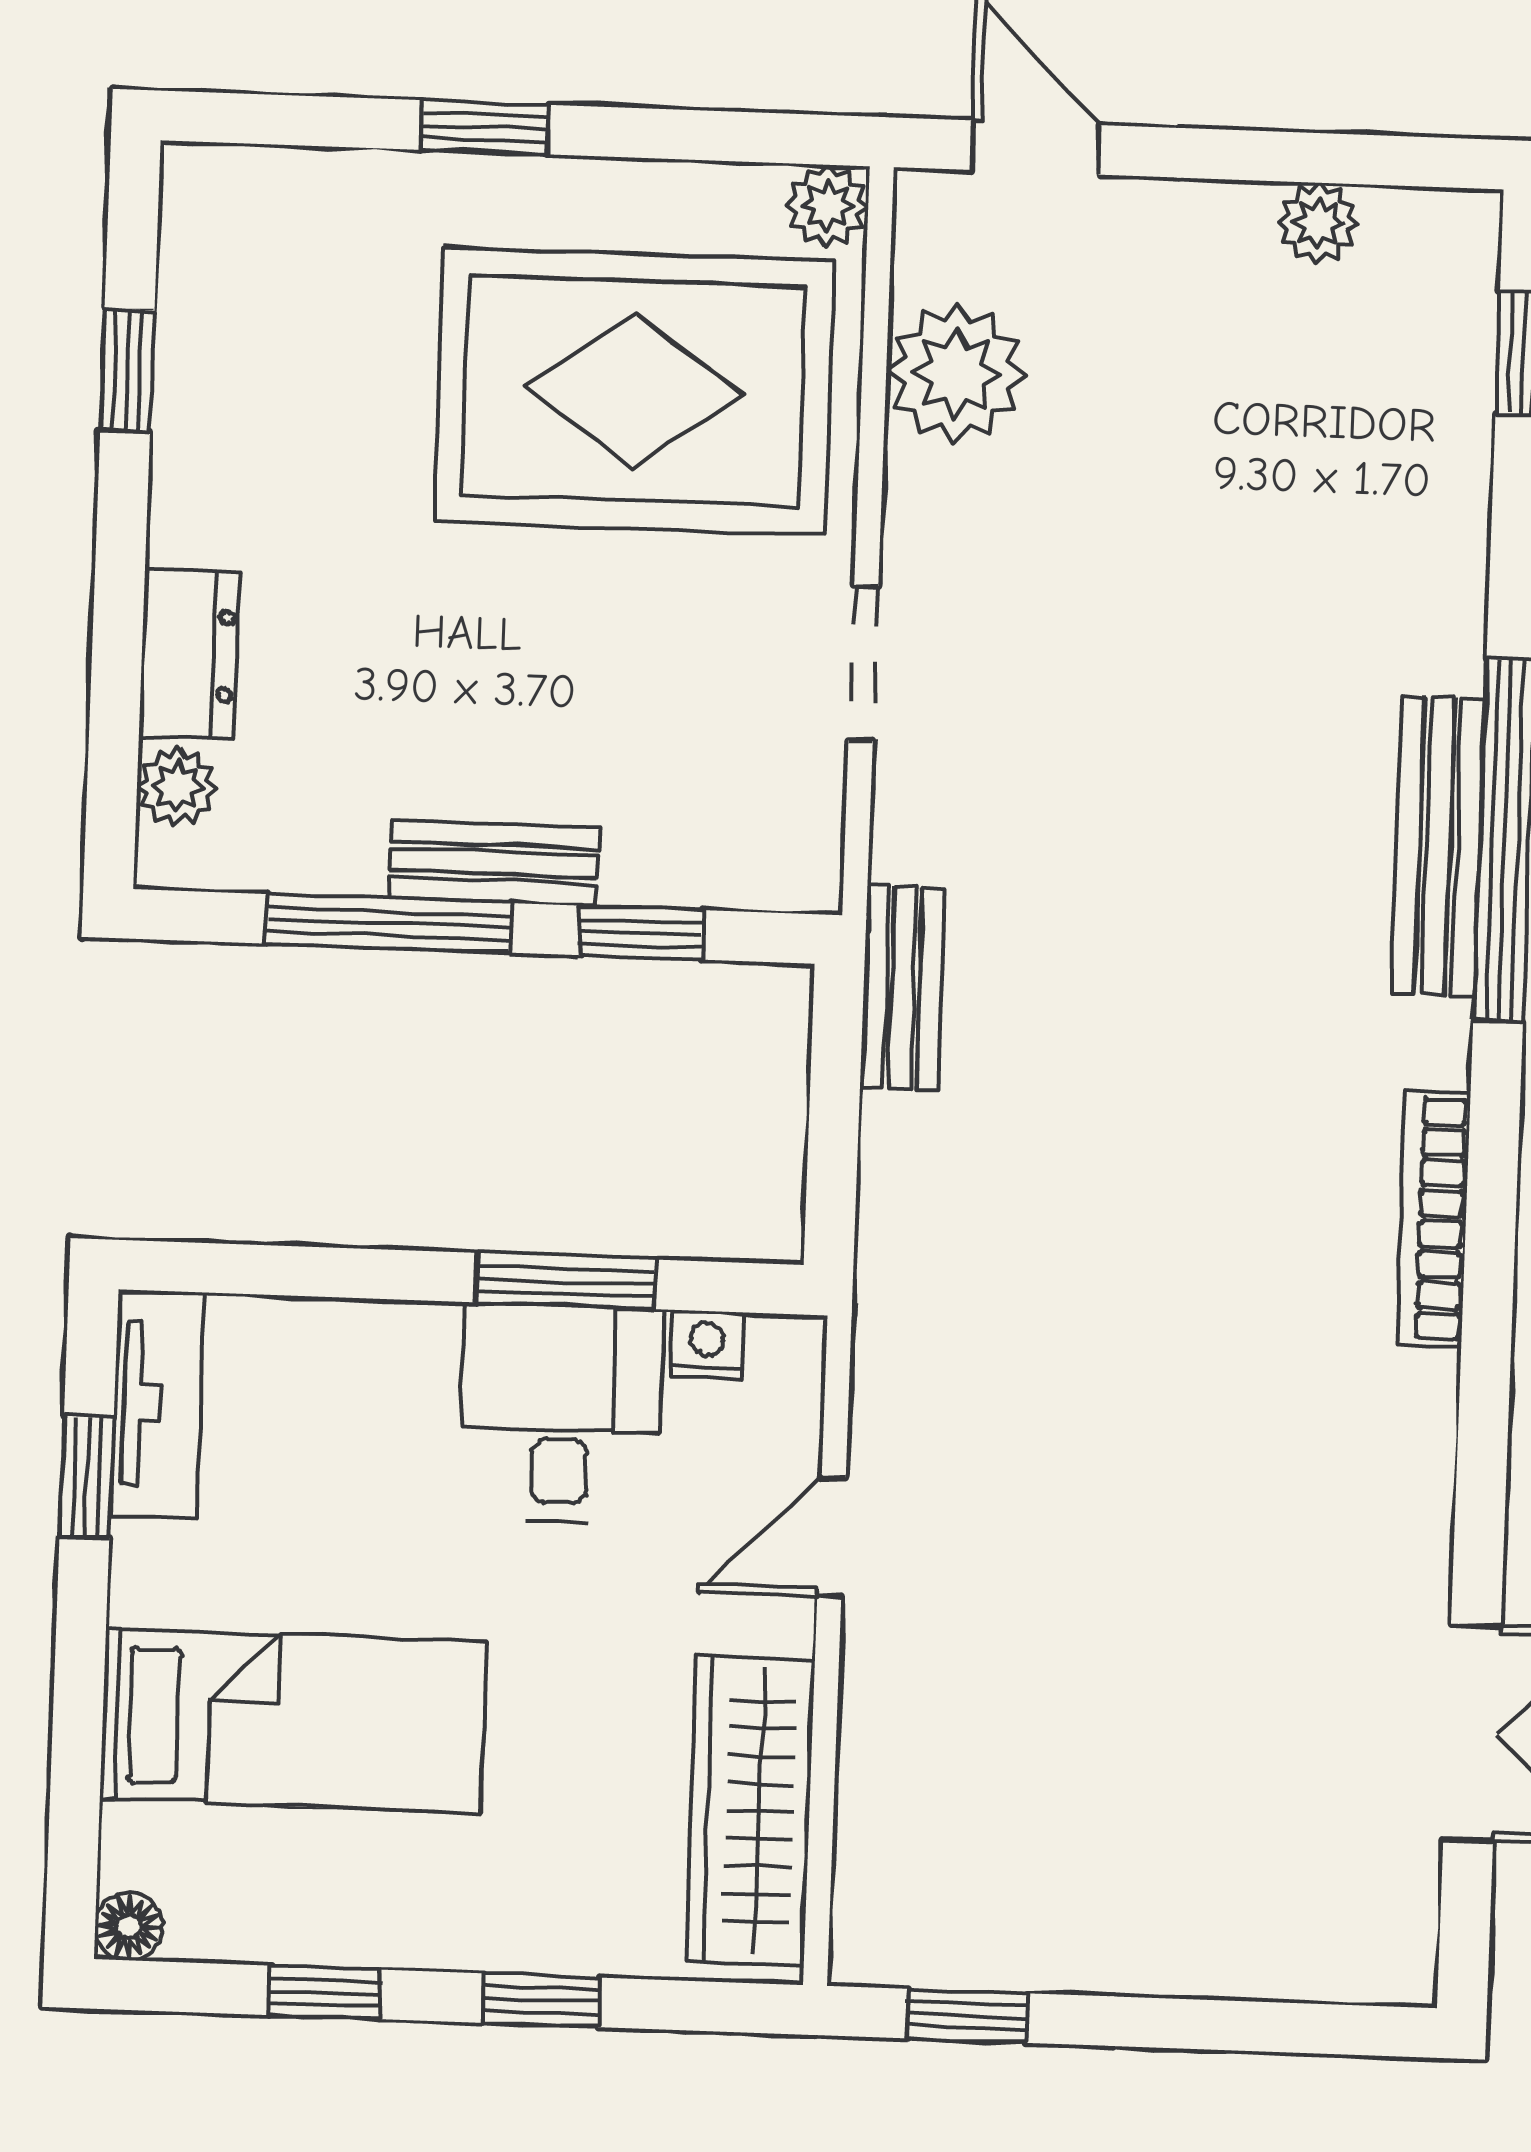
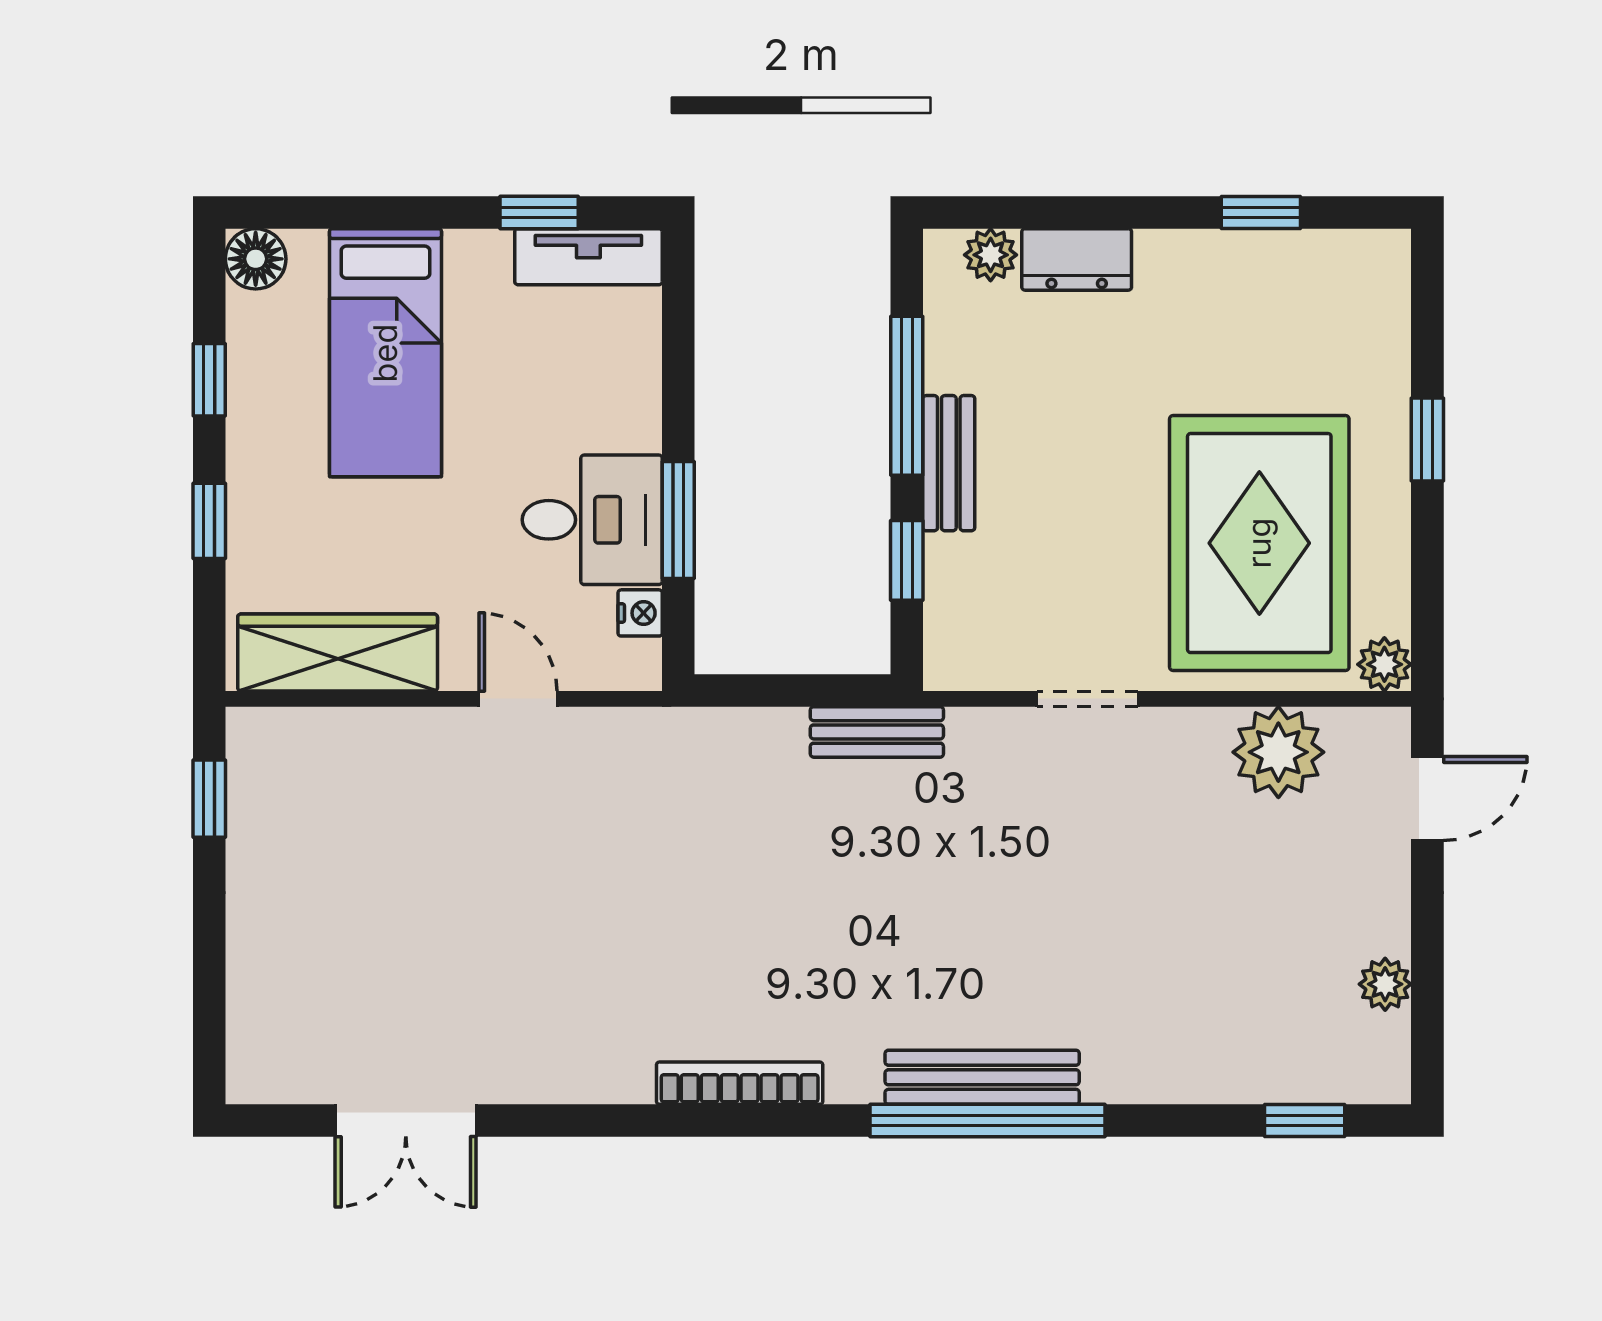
floor lamp: (129, 1926) -> (256, 259), width x1.37, depth x1.37

